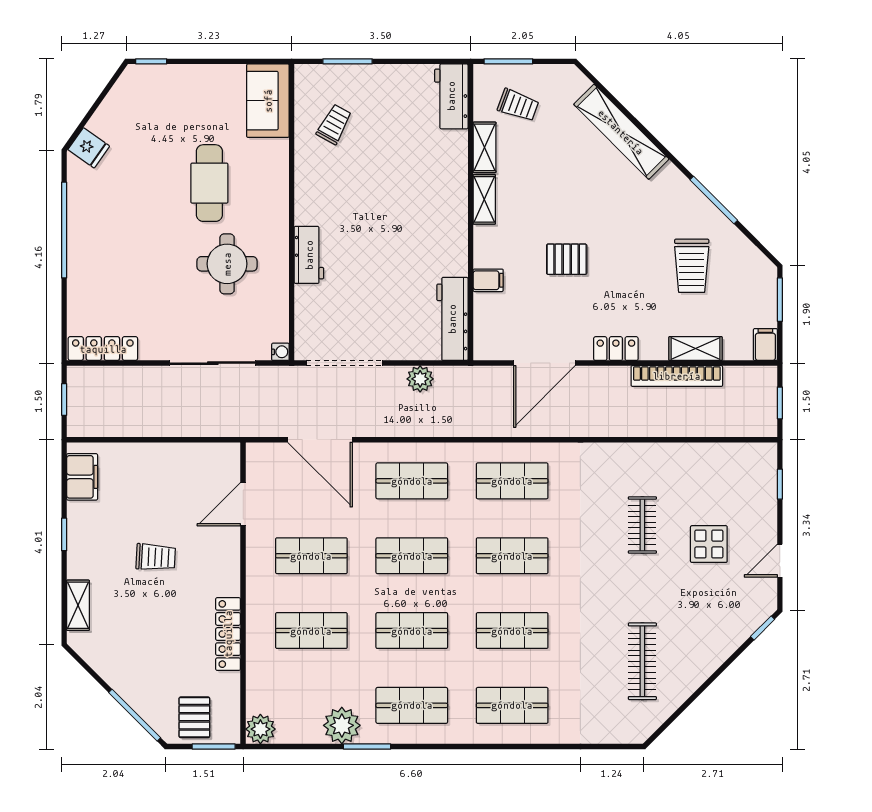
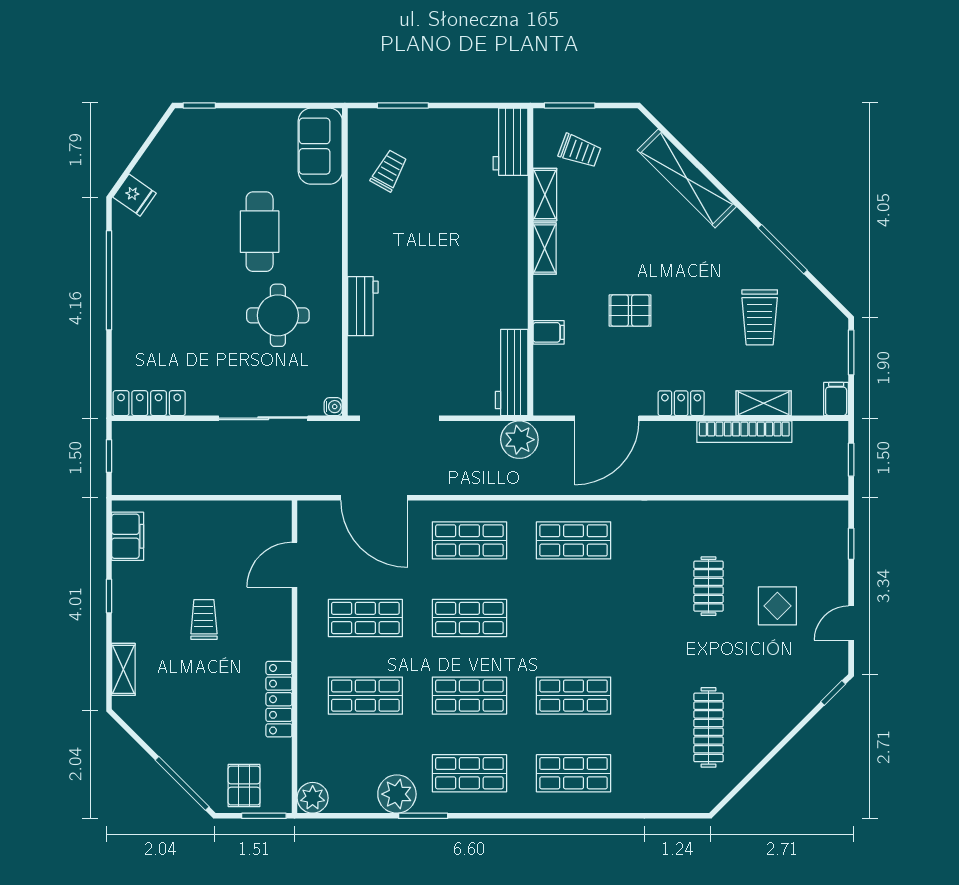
plant: (420, 379) -> (519, 440), moved, width x1.36, depth x1.36
shop shelf: (512, 556) -> (574, 618), removed
trolley: (156, 557) -> (204, 619), turned -93

